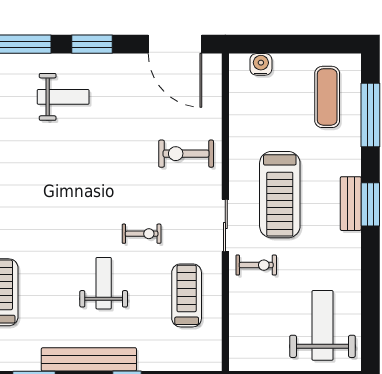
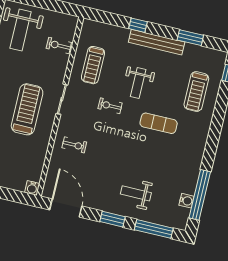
water cooler: (261, 64) -> (32, 188), moved
exercise bike: (186, 154) -> (74, 145), width x0.73, depth x0.72
exercise mat: (53, 224) -> (159, 123), added
exercise bike: (256, 265) -> (59, 45), moved

